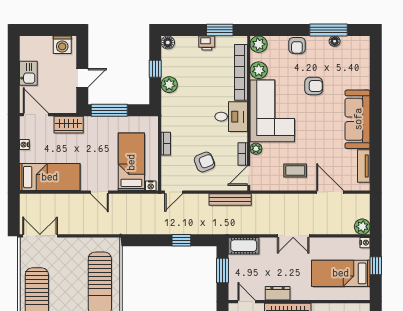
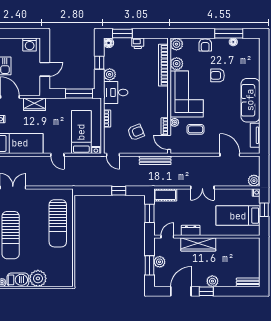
window: (220, 30) -> (122, 34), moved
armchair: (314, 86) -> (218, 75), turned 180
window: (109, 110) -> (79, 94), moved
desk: (231, 117) -> (116, 92), moved, turned 180
coffee table: (295, 171) -> (195, 129), moved
door: (249, 176) -> (169, 142), hinge flipped
door: (174, 192) -> (113, 155), hinge flipped
door: (246, 302) -> (167, 237), hinge flipped

